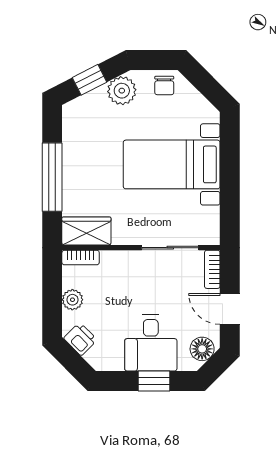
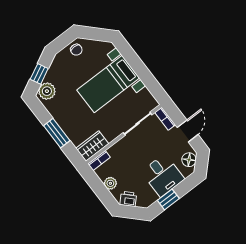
plant: (122, 91) -> (47, 91), moved
window: (52, 177) -> (57, 133), width x0.69
door: (230, 309) -> (188, 131), swing flipped
window: (154, 381) -> (168, 199), moved

